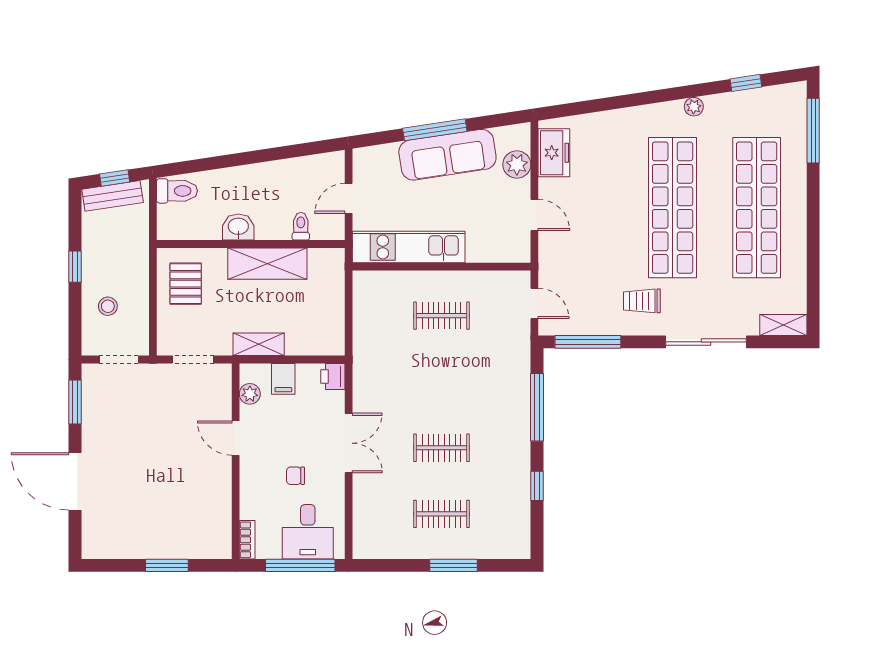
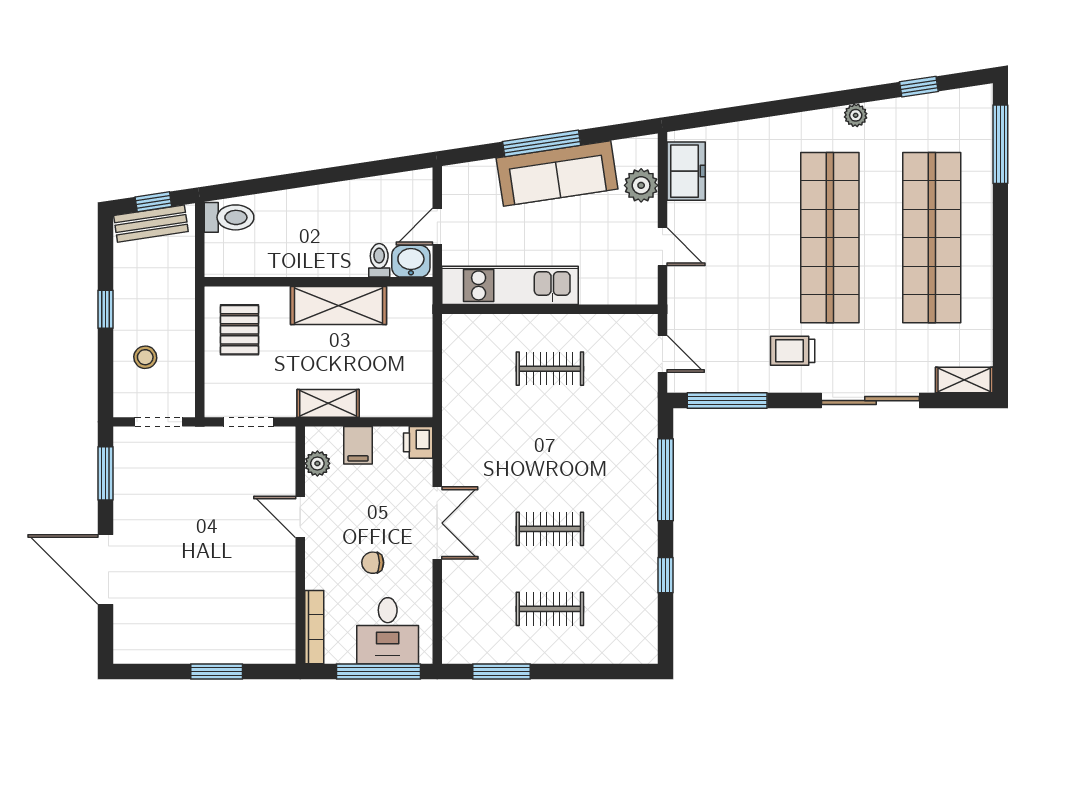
washbasin: (238, 227) -> (411, 261), moved
bookcase: (247, 540) -> (314, 627), width x1.56
window: (454, 565) -> (501, 671), moved

